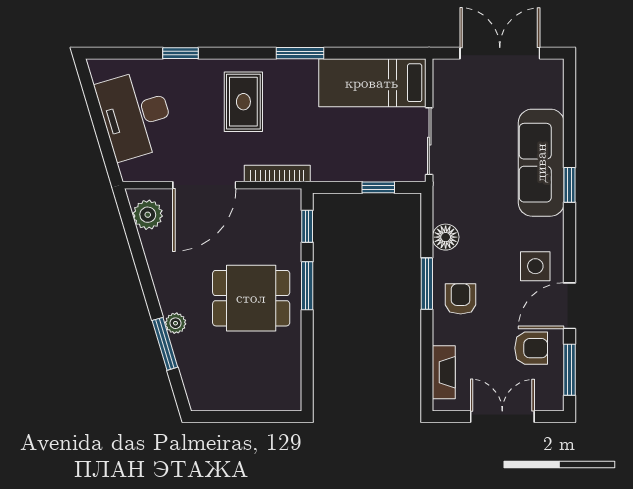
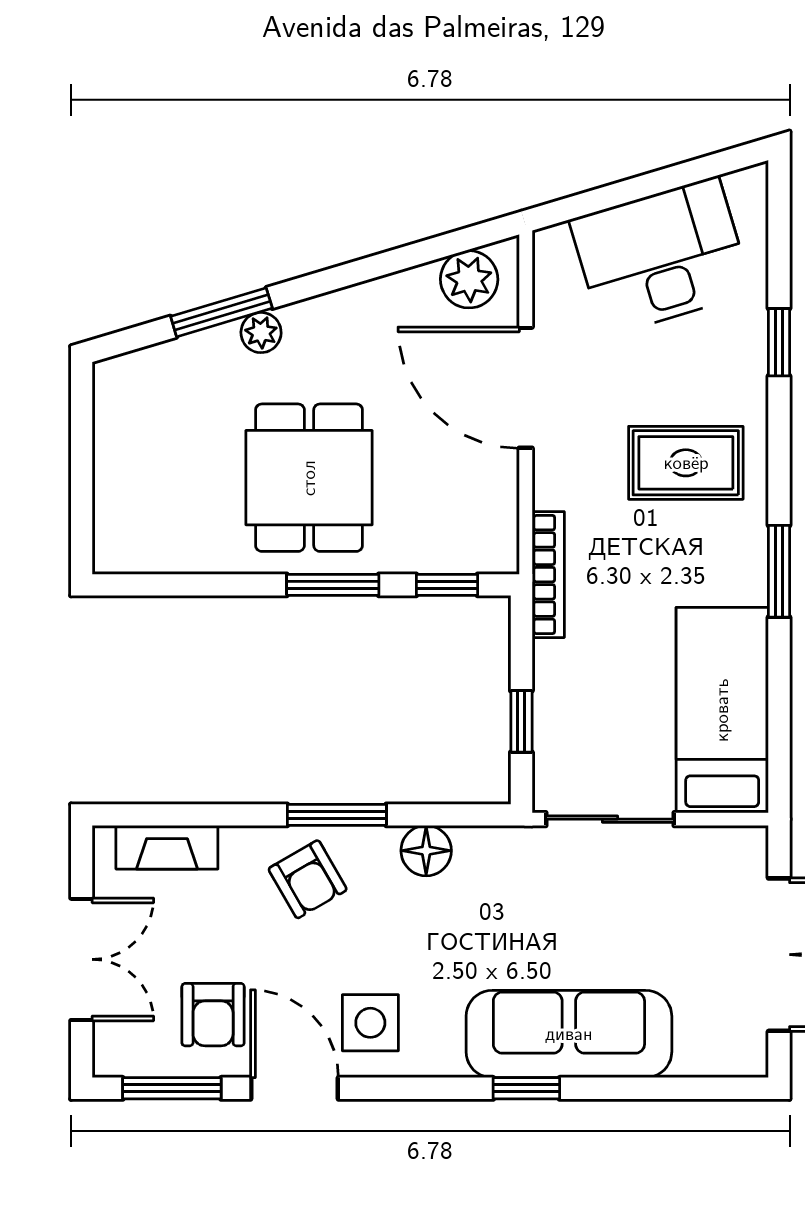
bookcase: (277, 173) -> (548, 575), moved
armchair: (461, 299) -> (308, 879), turned 60

